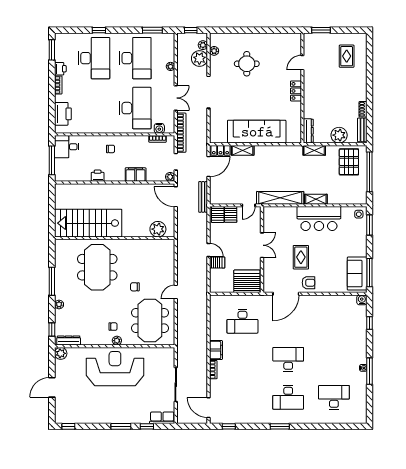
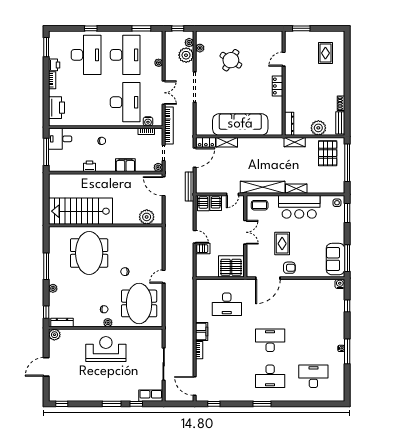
round table: (247, 64) -> (231, 60), turned 32
coffee table: (277, 217) -> (260, 205), added
reception desk: (115, 369) -> (106, 349), width x0.74, depth x0.77

